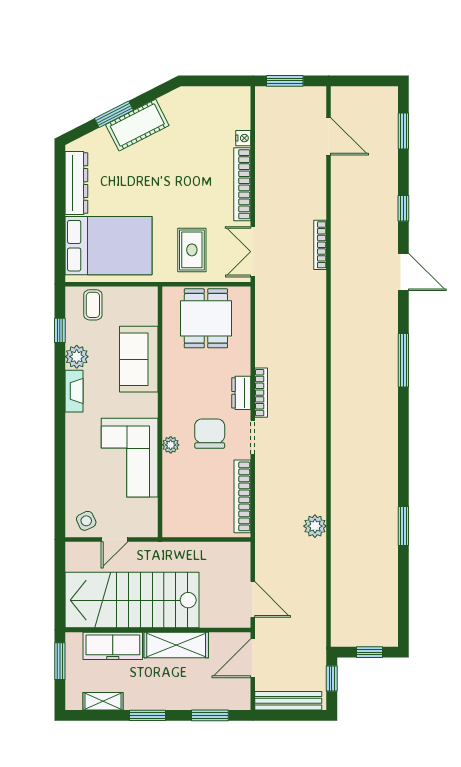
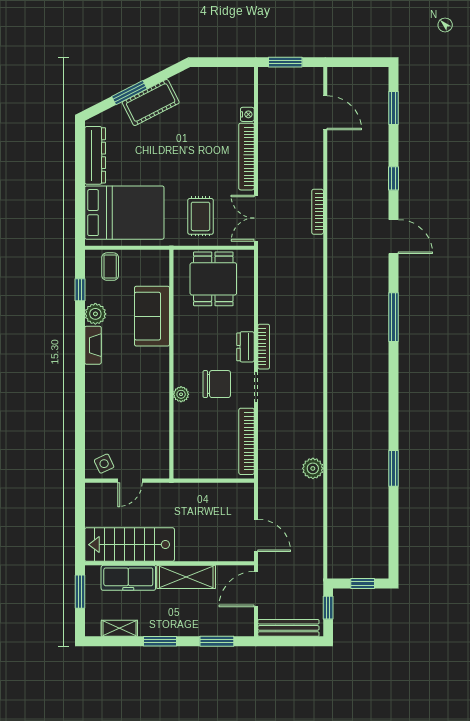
chair: (210, 434) -> (217, 384), turned 90
corner sofa: (130, 458) -> (144, 406), removed
stairs: (132, 600) -> (130, 545), width x0.73, depth x0.66

